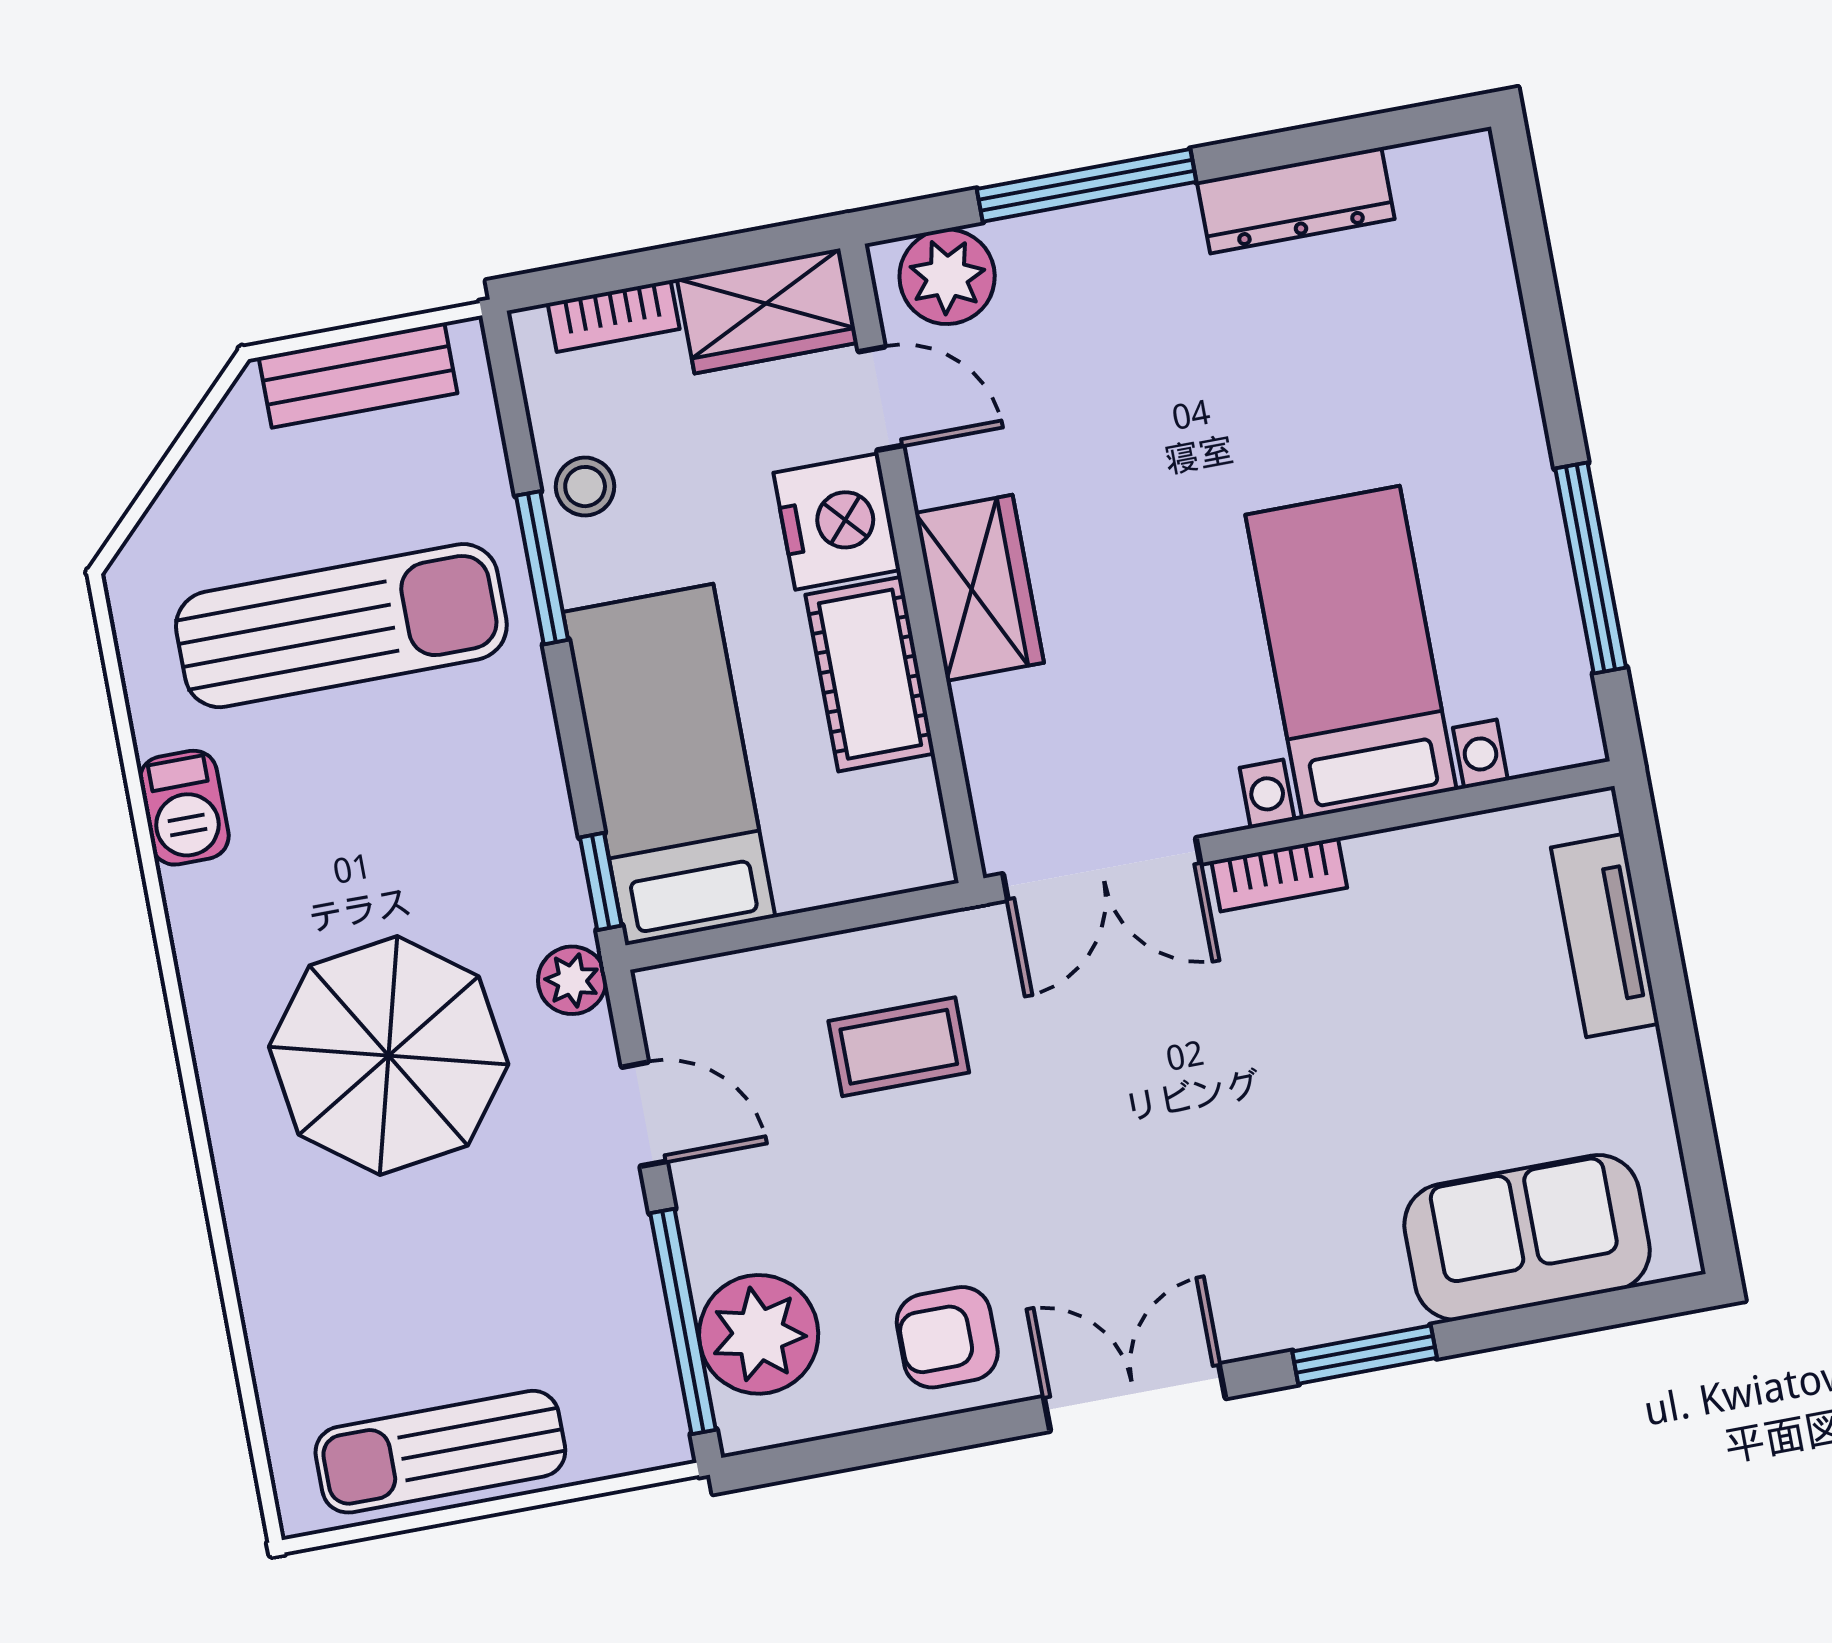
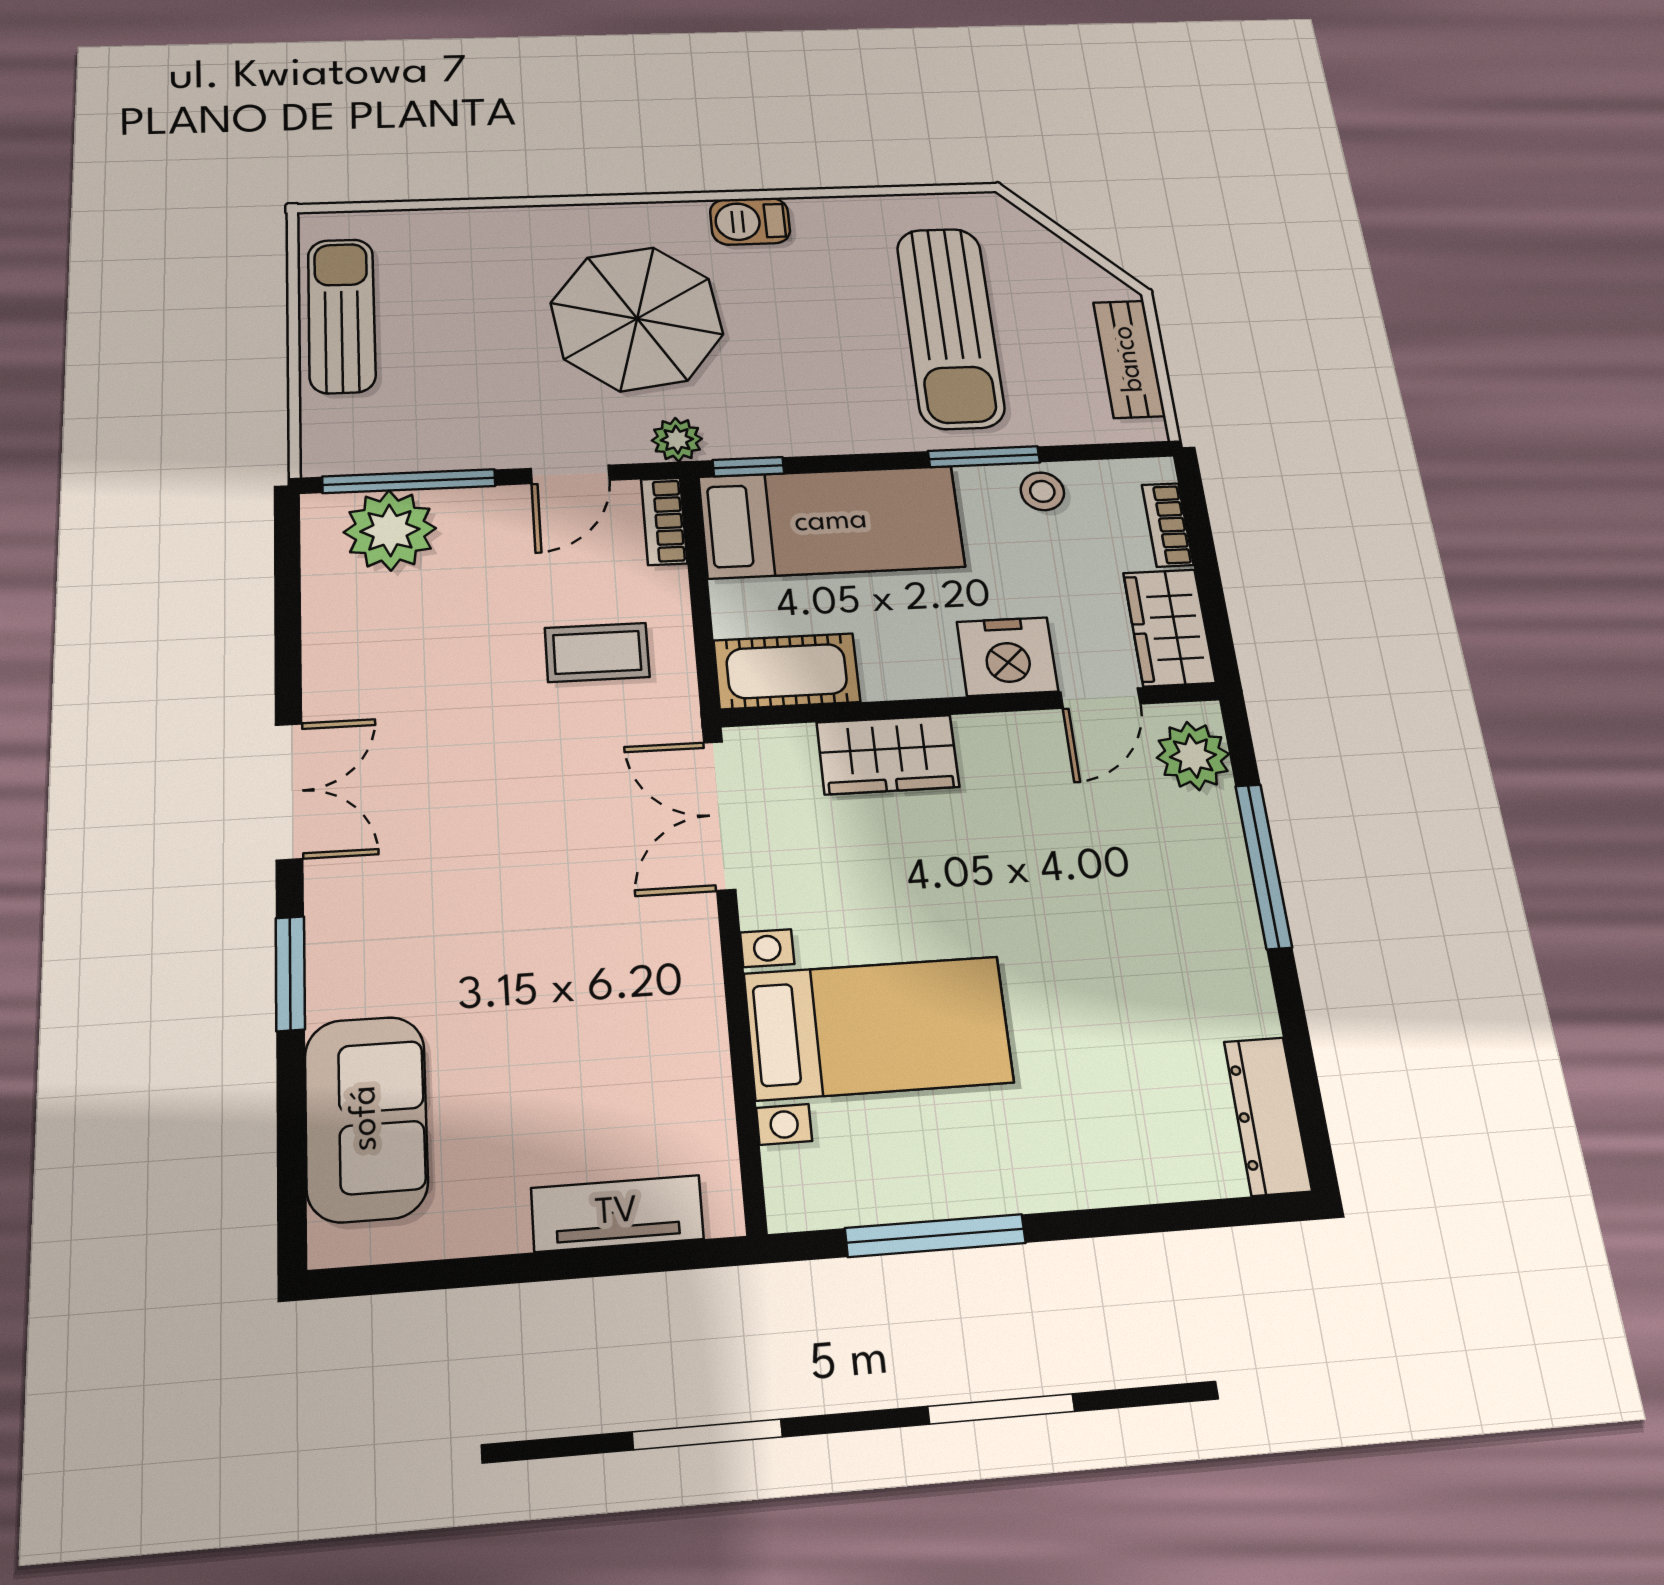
dresser: (1296, 200) -> (1267, 1116), moved
wardrobe: (979, 588) -> (888, 755), moved
cot: (870, 674) -> (787, 671), moved
barbecue: (184, 808) -> (750, 221), moved
bookcase: (1279, 875) -> (664, 521), moved
coffee table: (899, 1047) -> (597, 652), turned 90
armchair: (947, 1337) -> (363, 660), removed

